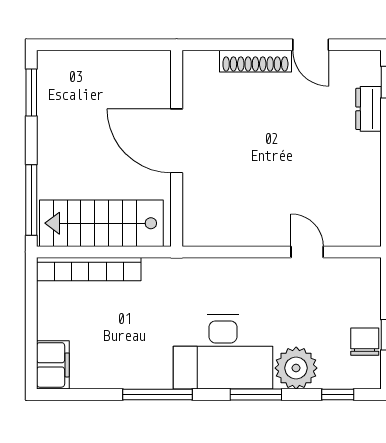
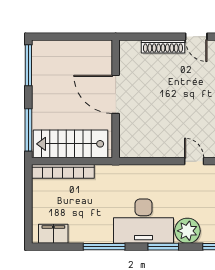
window: (31, 92) -> (28, 65), width x1.44
filing cabinet: (53, 365) -> (53, 234), moved, turned -90

